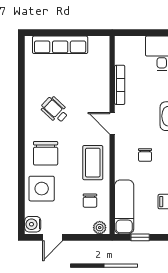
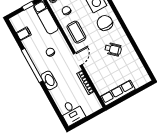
row of seats: (60, 45) -> (118, 93), moved
door: (112, 123) -> (78, 59), hinge flipped

